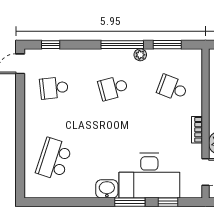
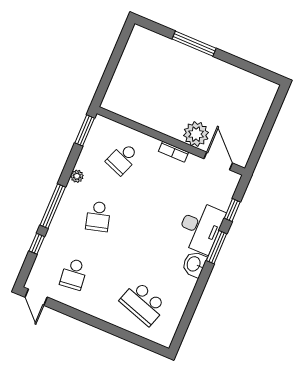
window: (51, 45) -> (37, 244), moved
window: (122, 45) -> (53, 206), moved
window: (167, 45) -> (85, 130), moved
desk: (149, 176) -> (200, 227), width x0.73, depth x0.77

